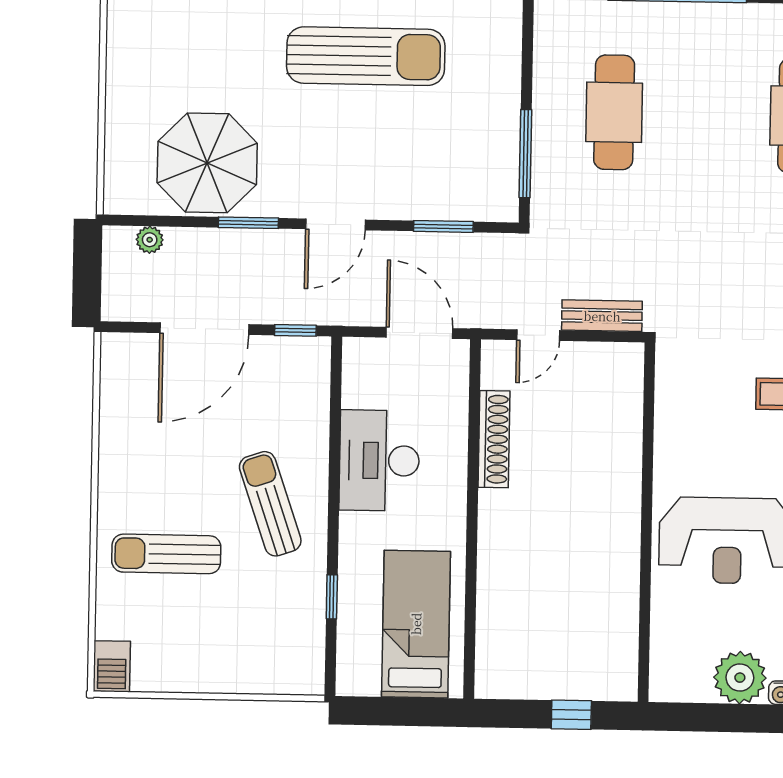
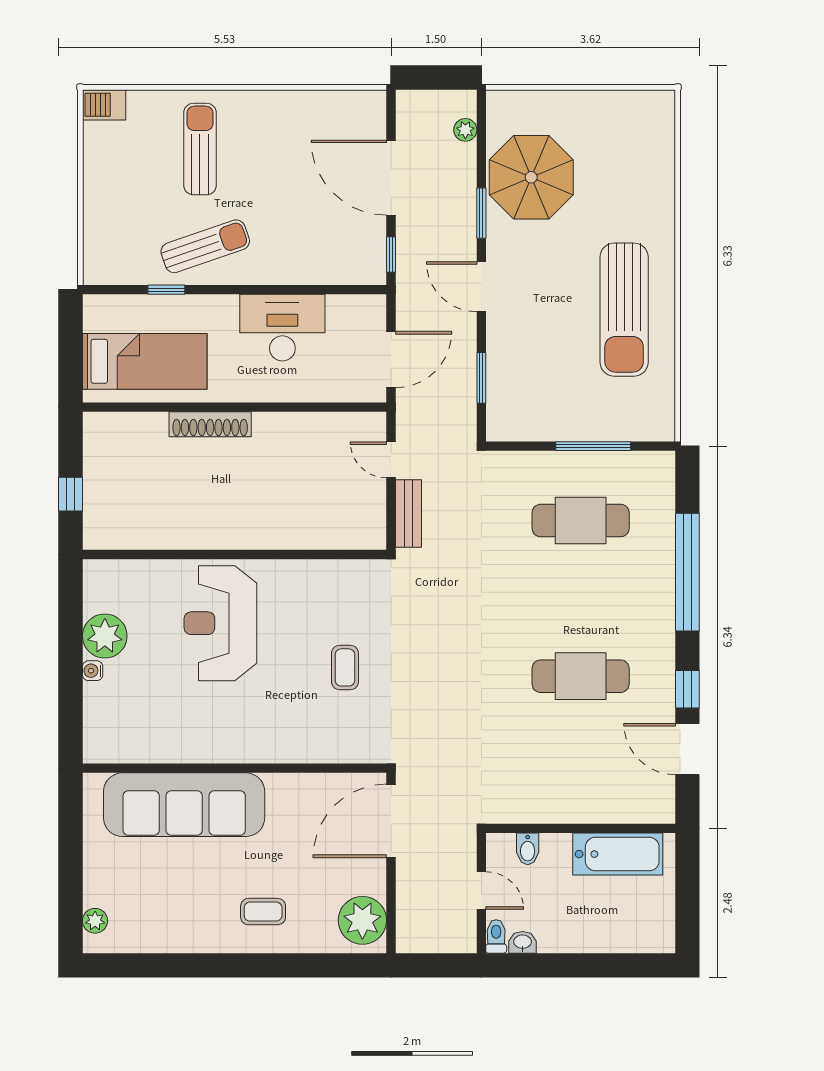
window: (525, 154) -> (593, 446), moved
shoe rack: (494, 439) -> (210, 424), moved
sun lounger: (270, 504) -> (205, 246), moved

